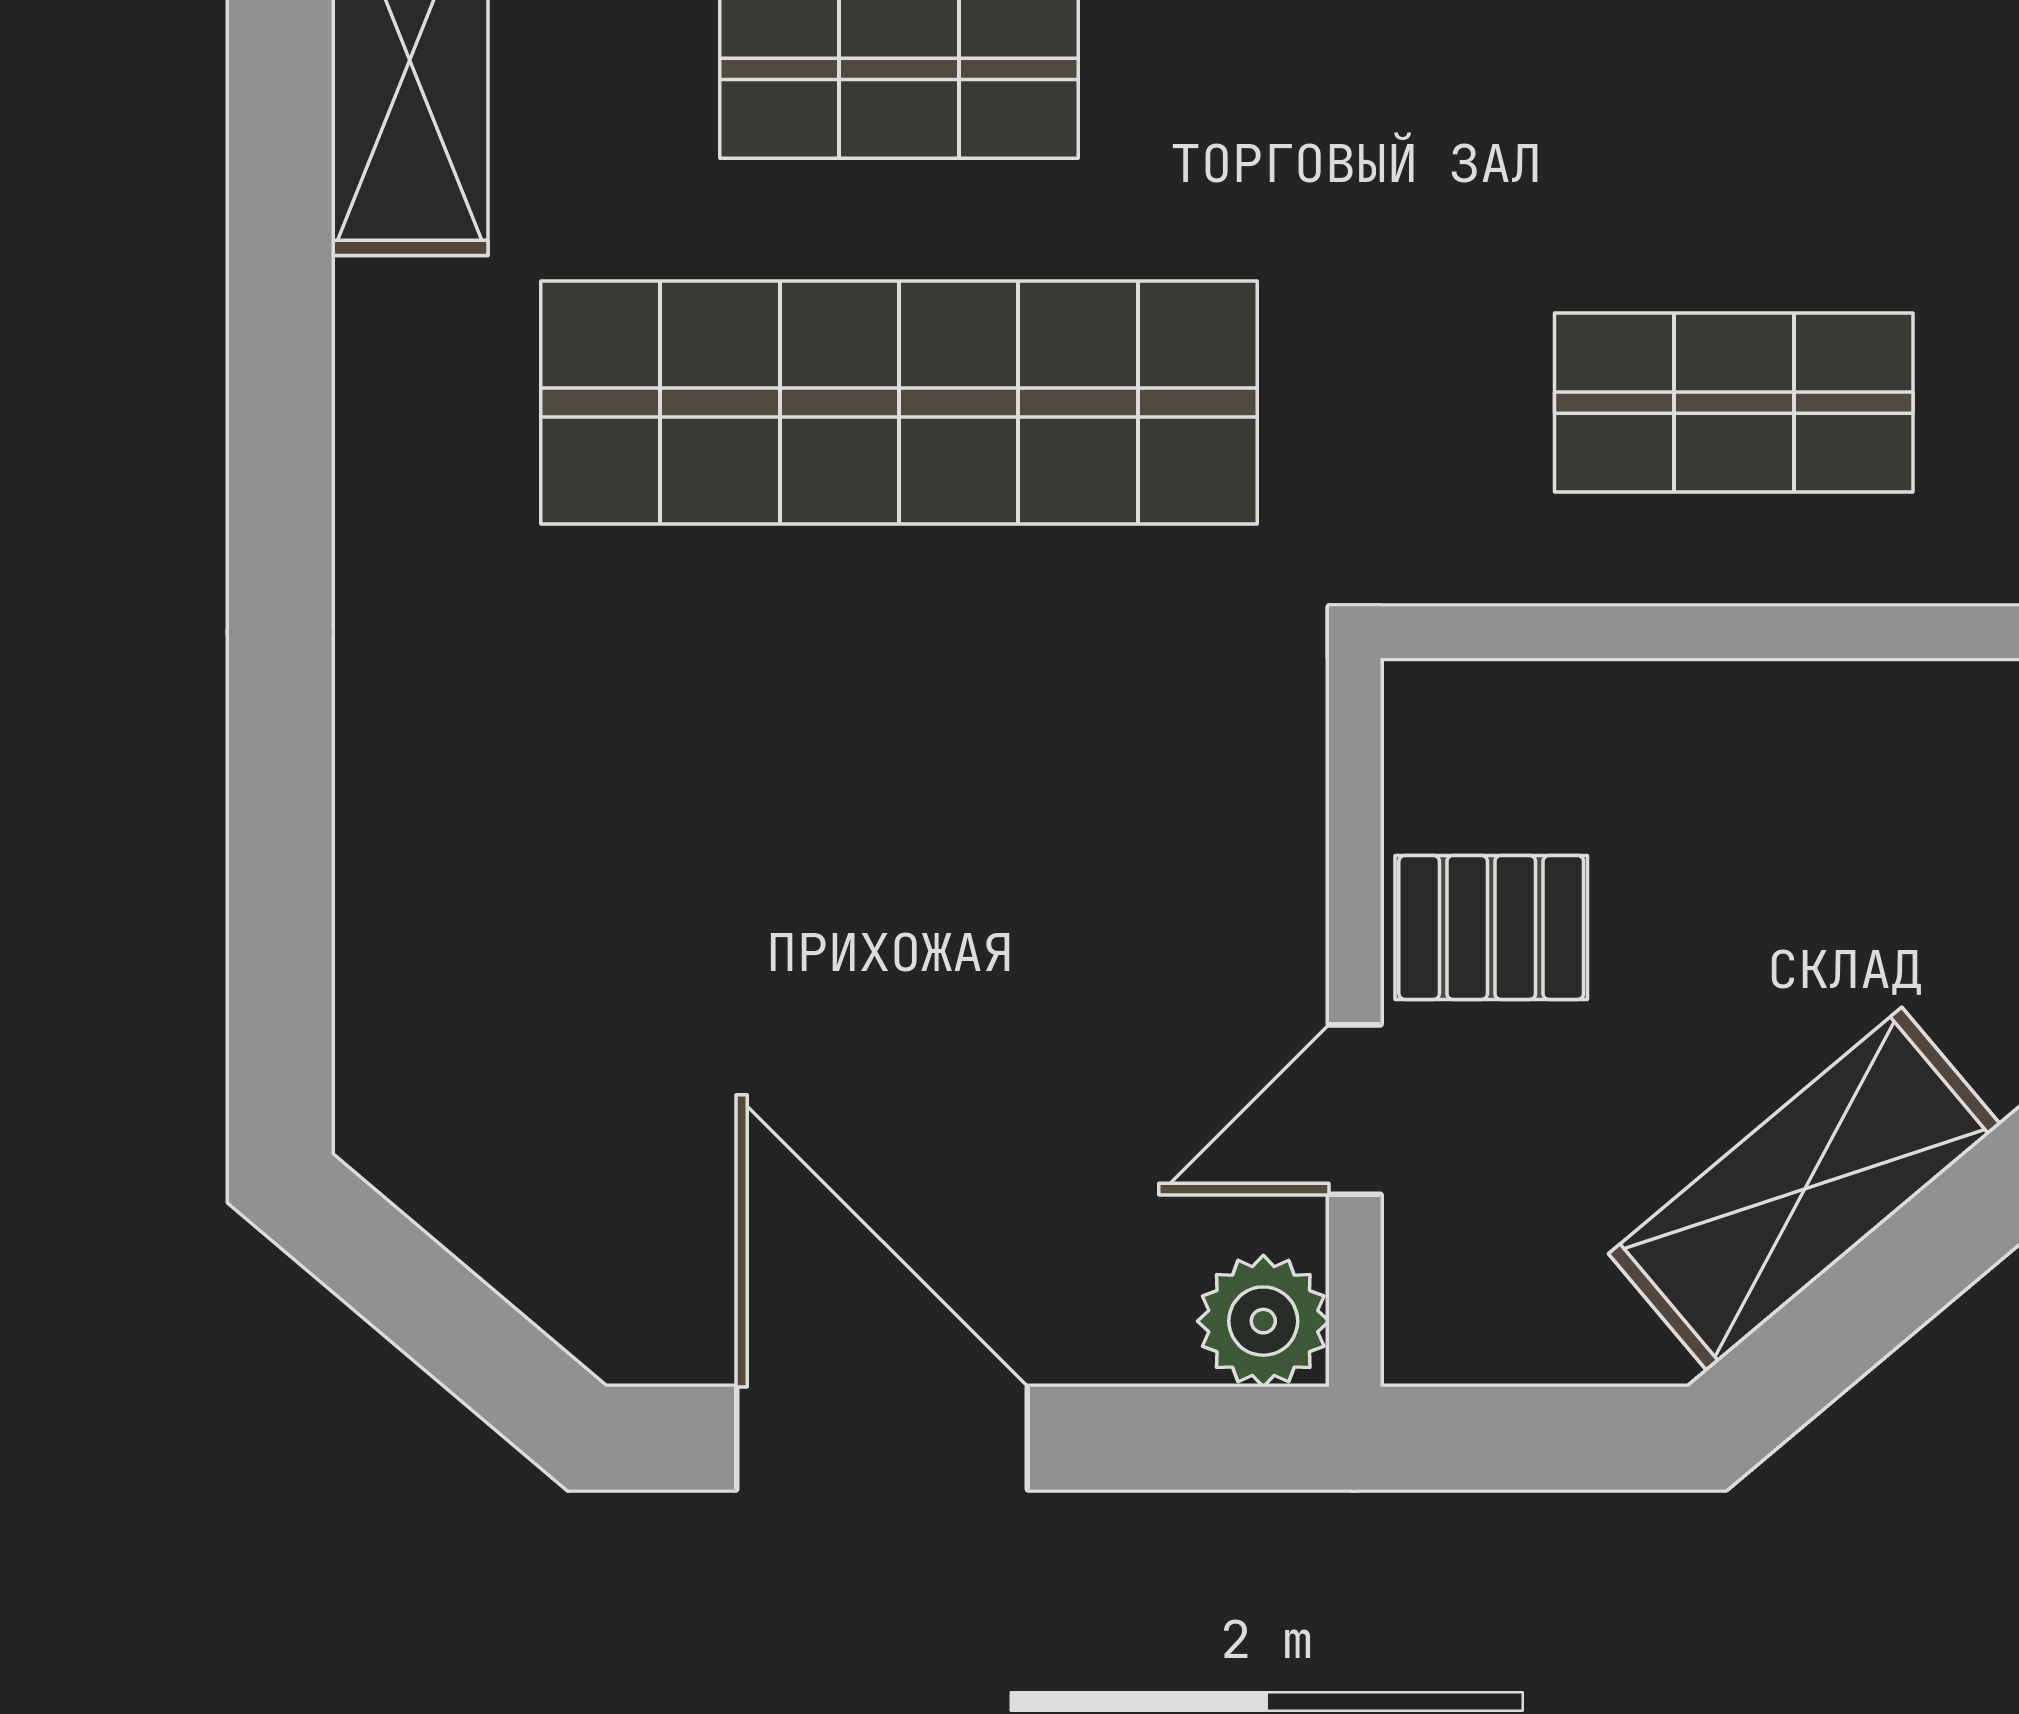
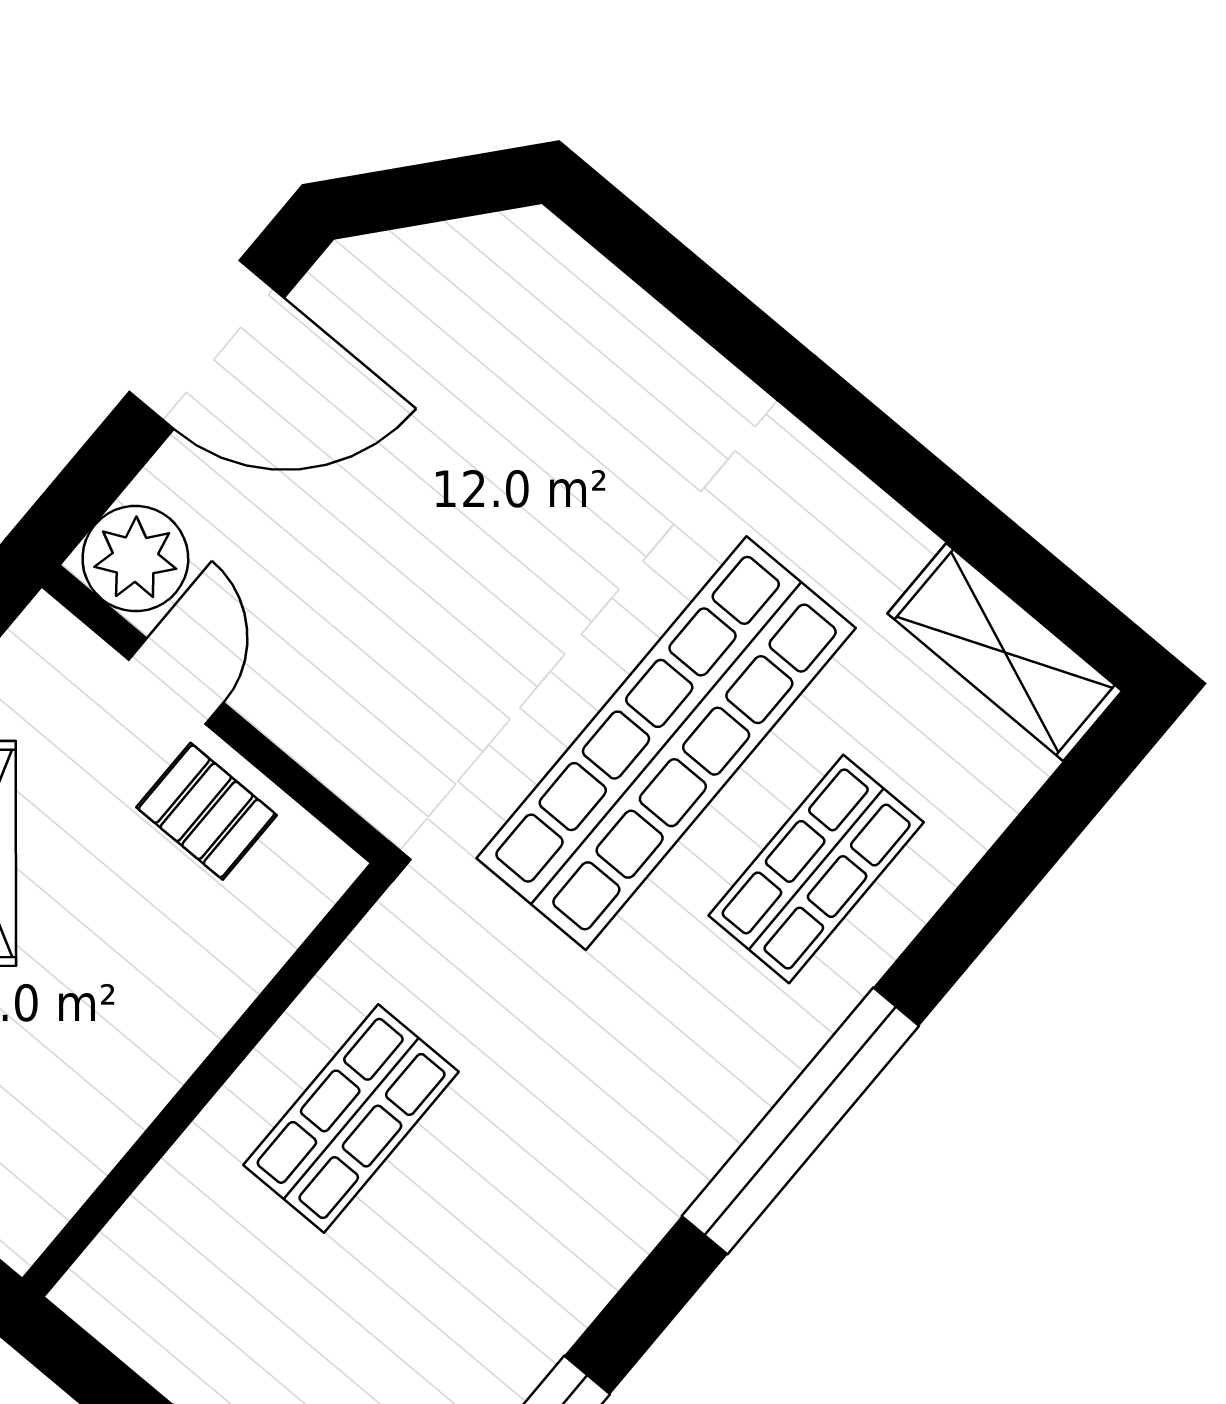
pallet: (1491, 927) -> (207, 811), turned 90
plant: (1263, 1321) -> (135, 559), width x1.36, depth x1.36

